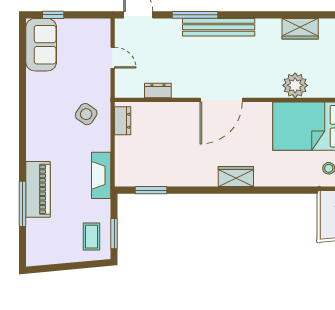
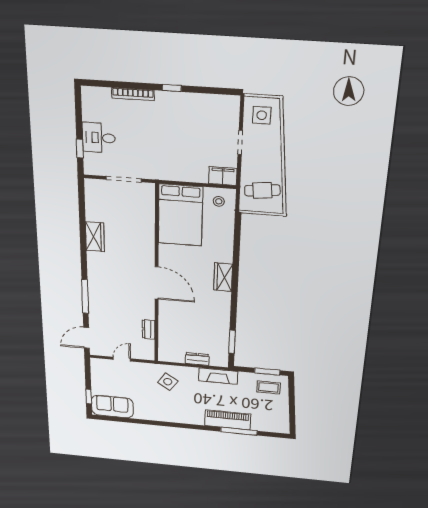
bench: (219, 27) -> (95, 280), removed
wardrobe: (300, 29) -> (95, 237), moved
plant: (295, 85) -> (144, 224), removed
dresser: (123, 121) -> (197, 359), moved

